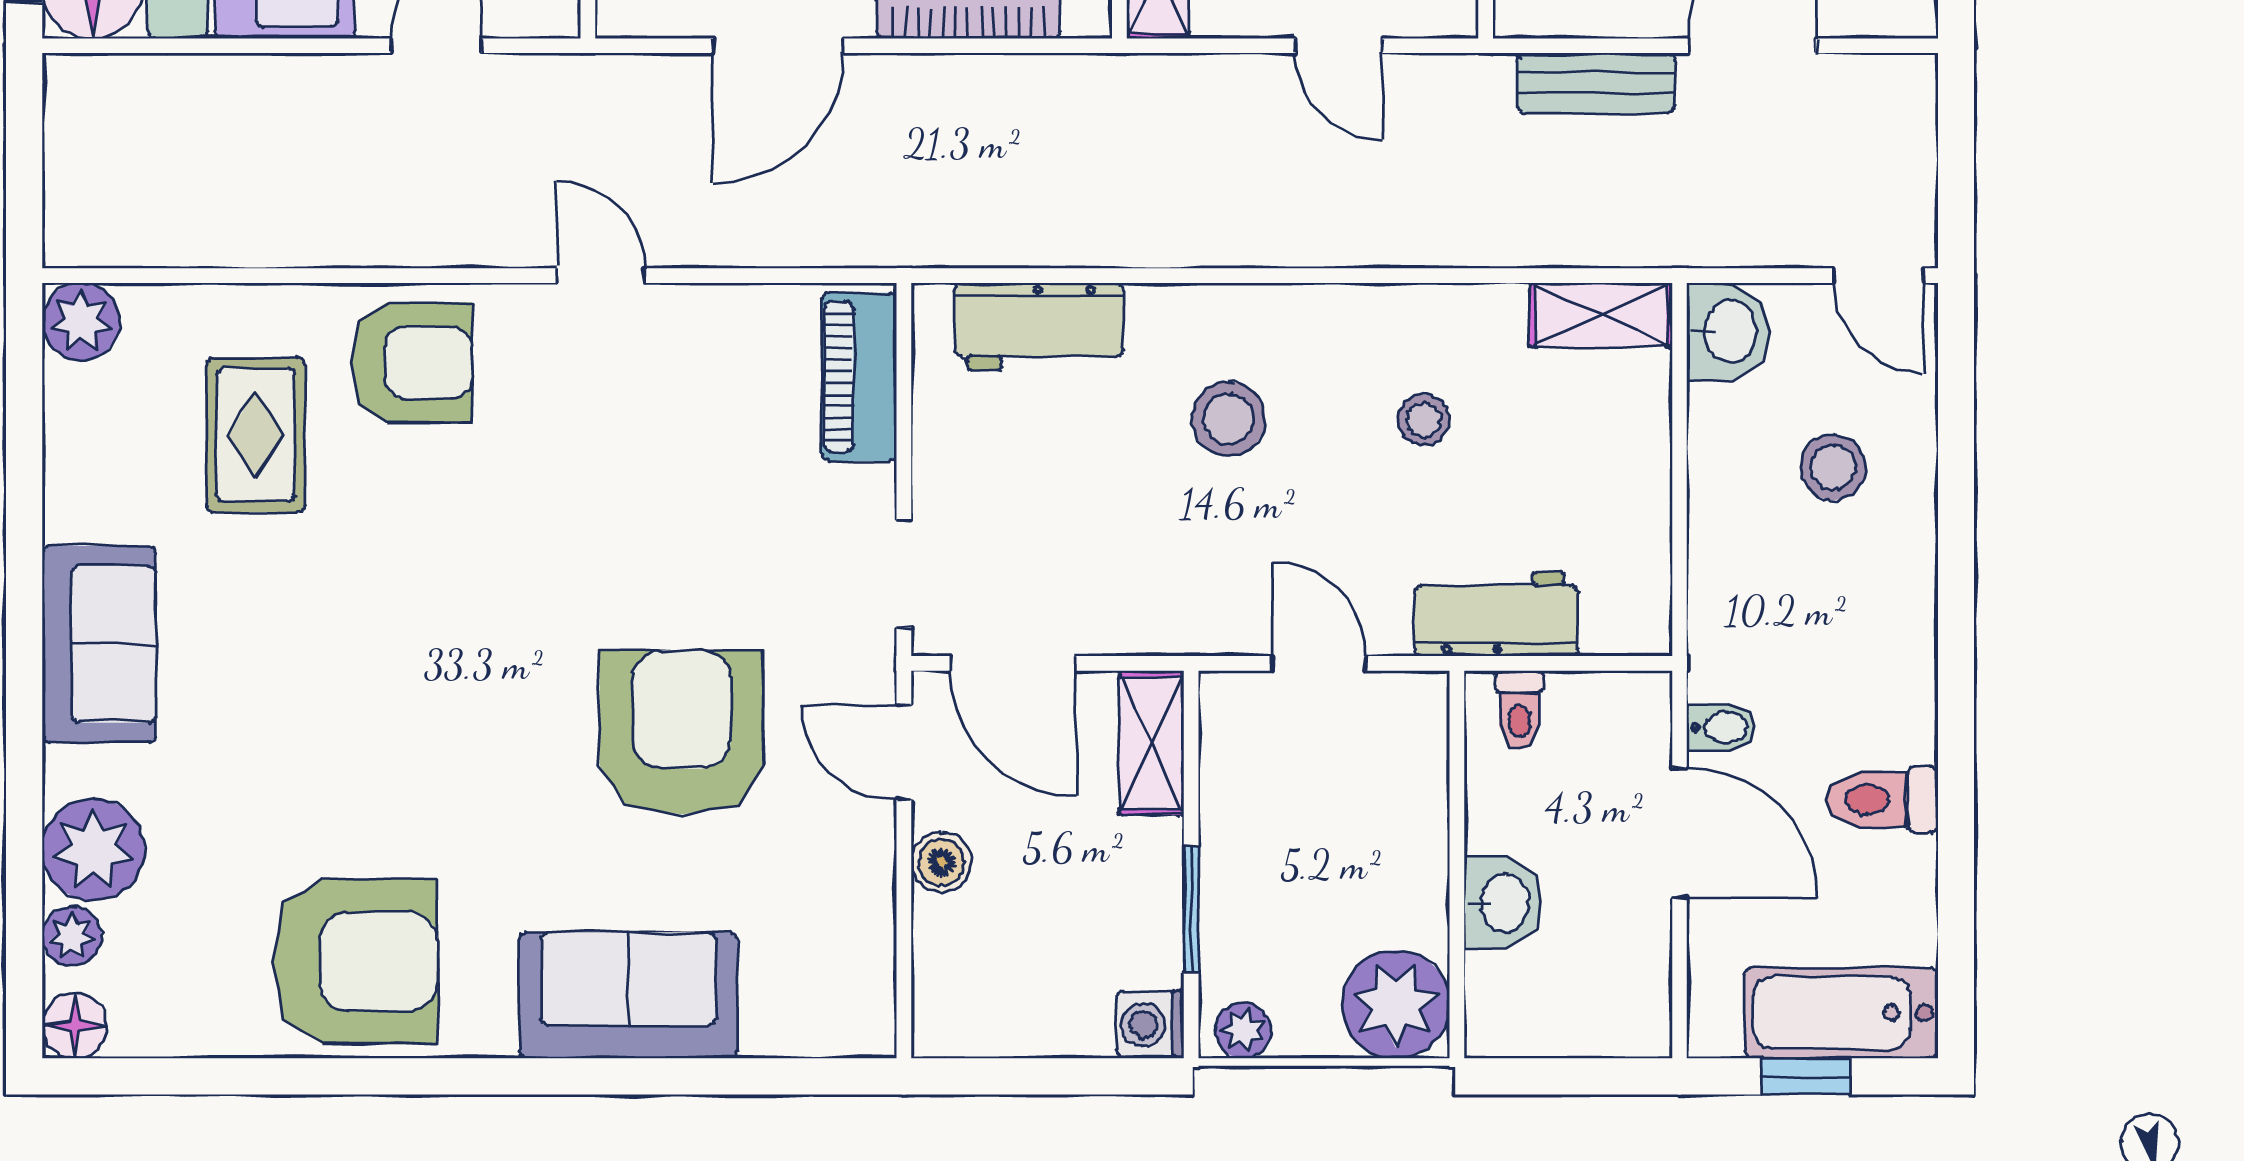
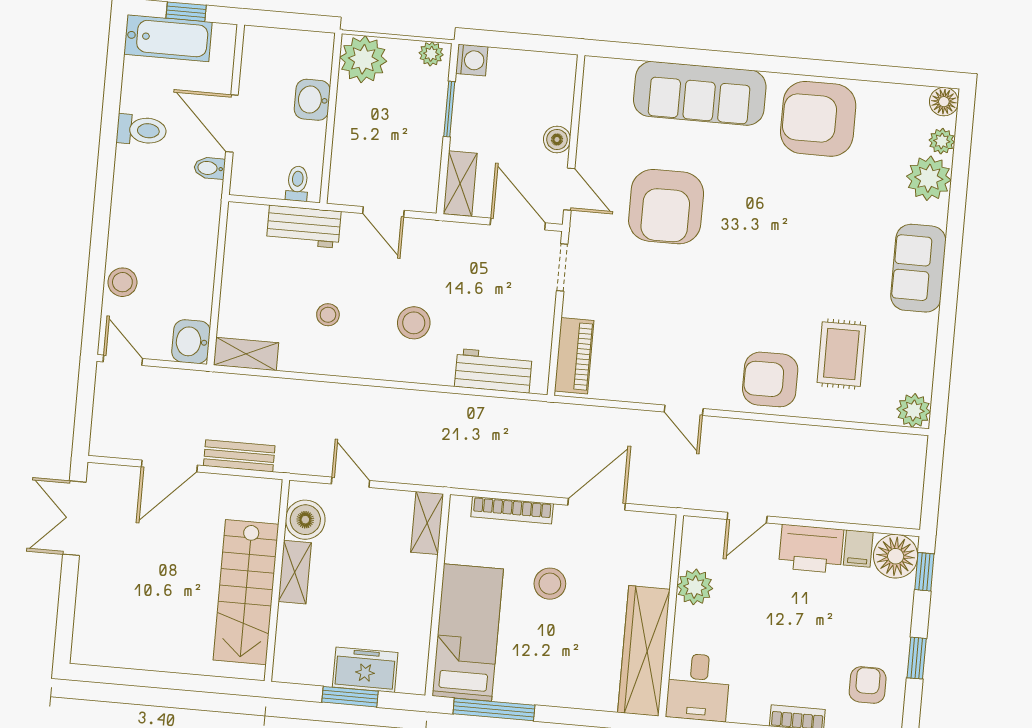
stool: (1833, 467) -> (122, 282), moved
sofa: (628, 995) -> (700, 93), width x1.36

